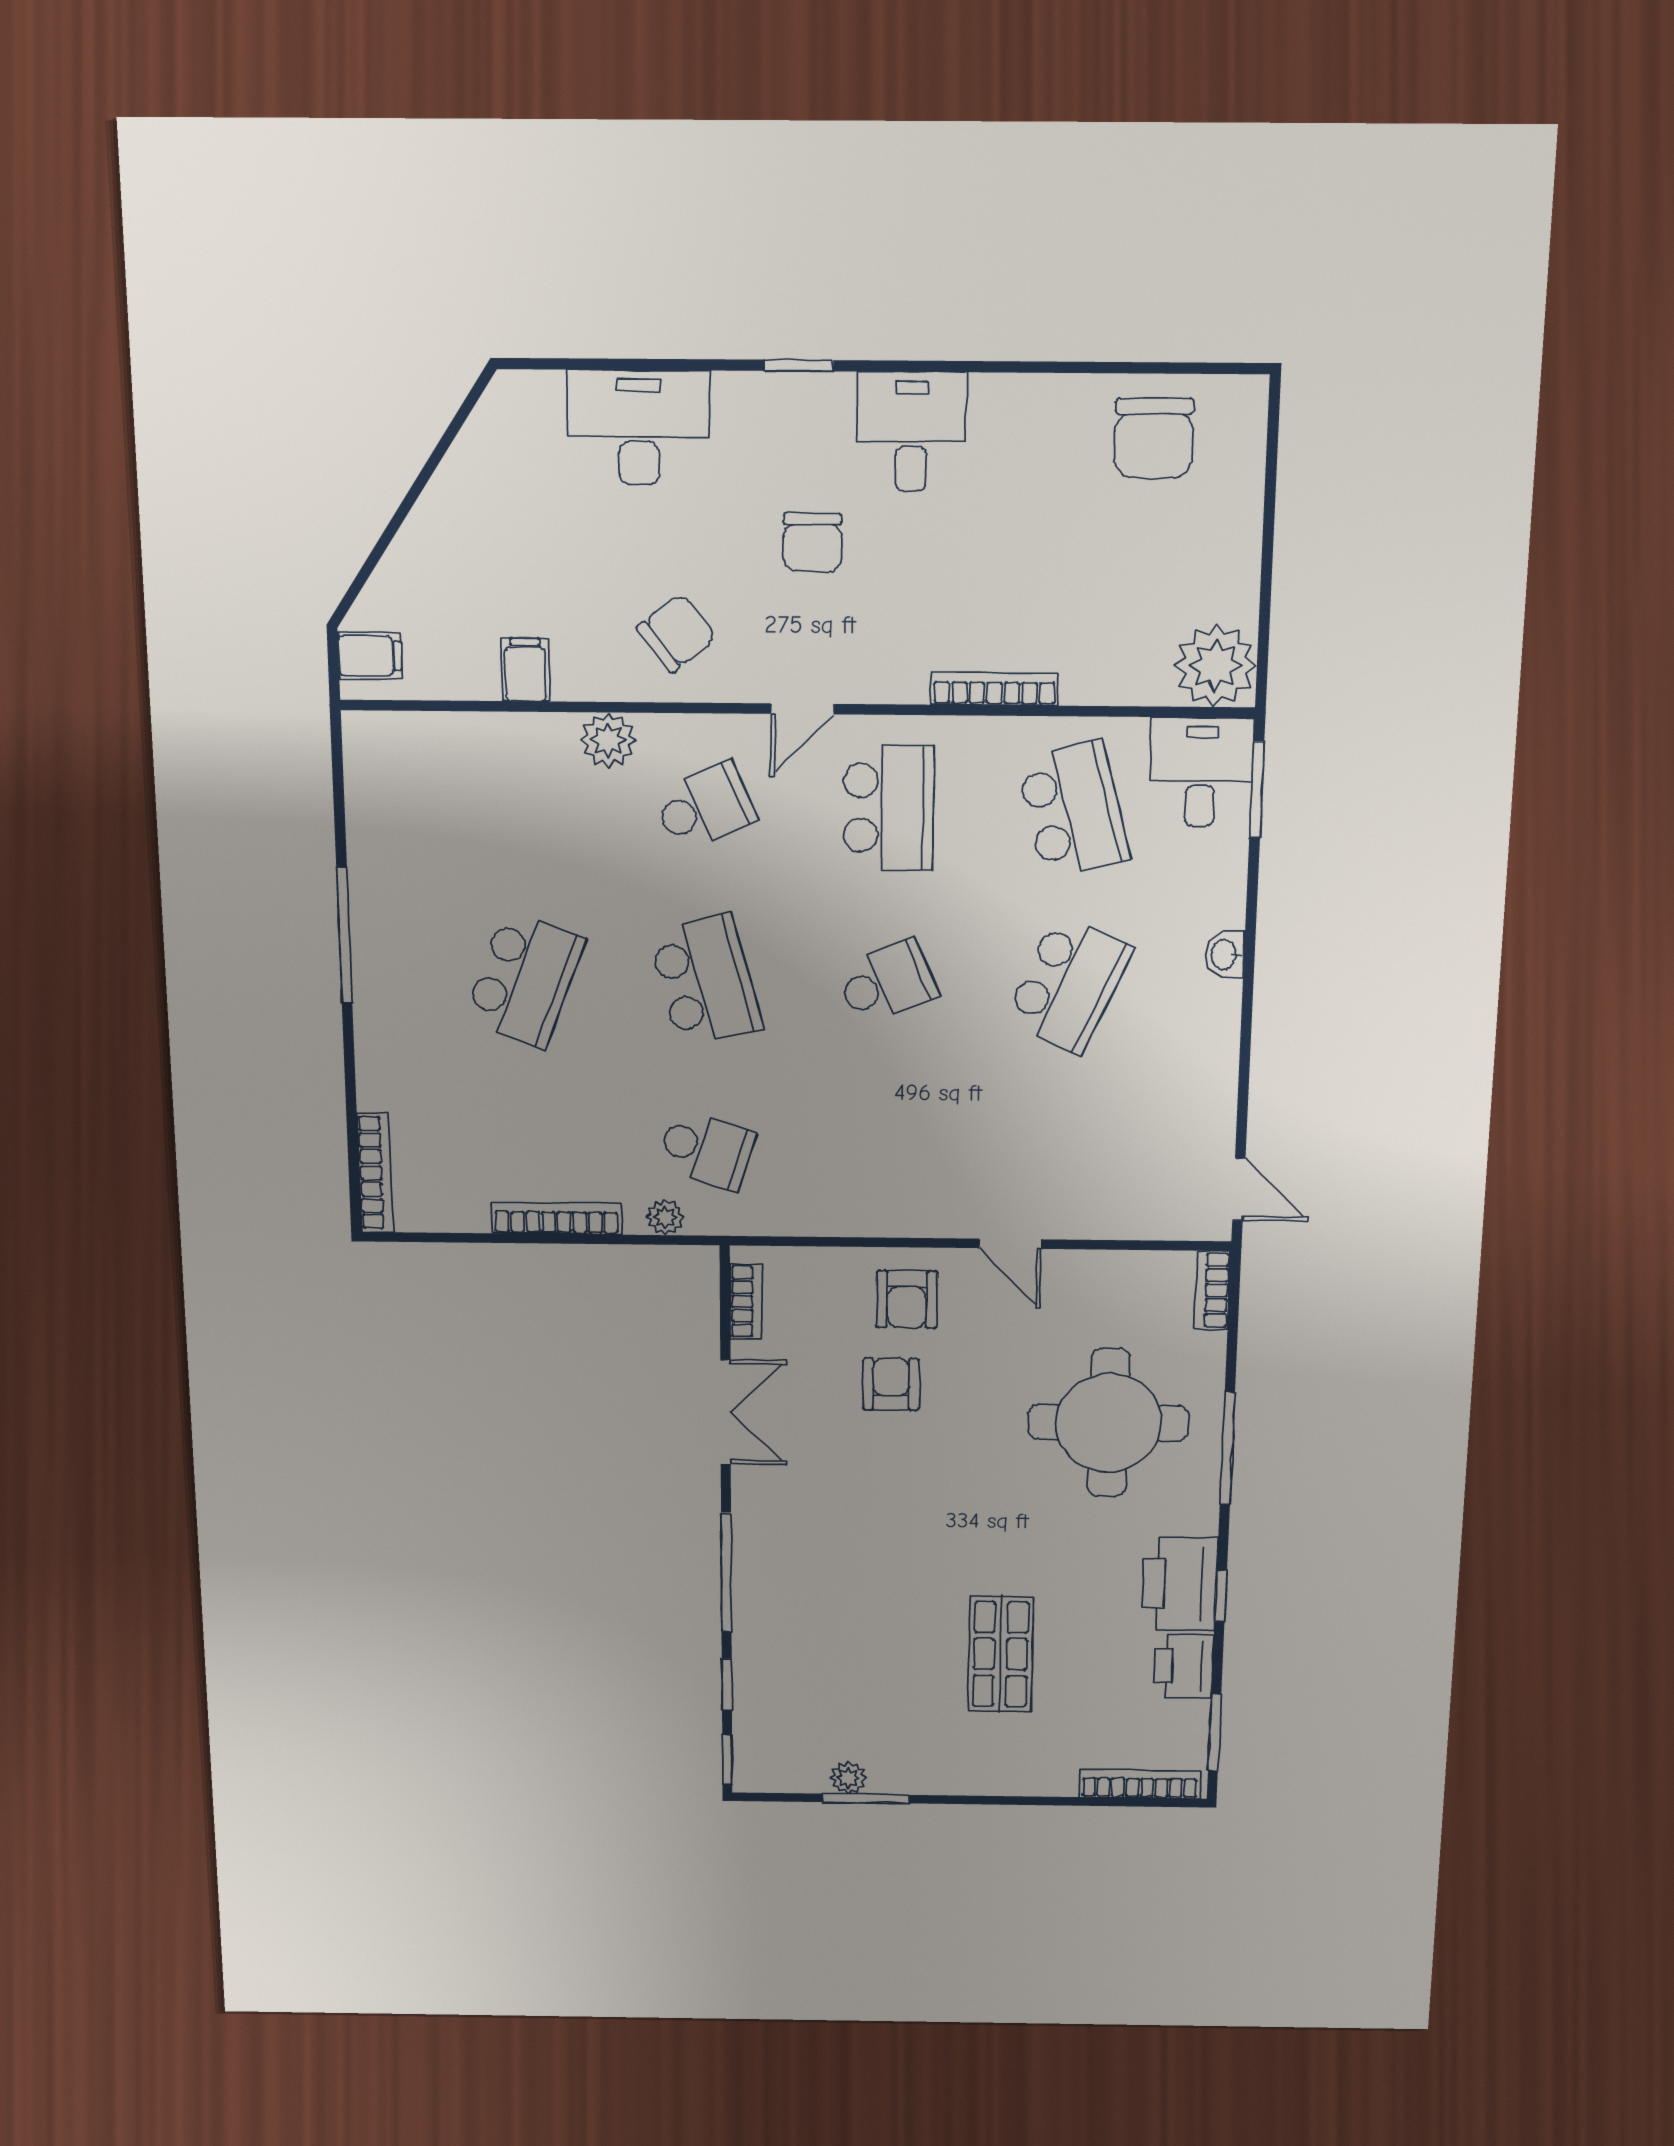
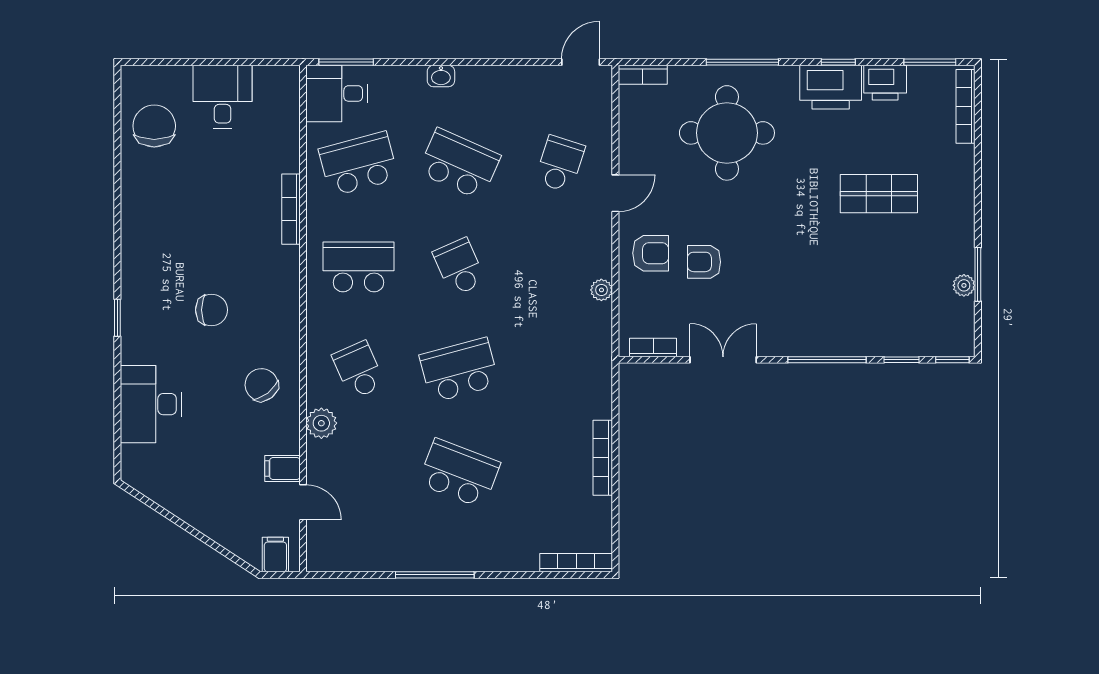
desk: (911, 432) -> (223, 97), moved, turned 90
chair: (1154, 438) -> (154, 126), turned -90
plant: (1215, 666) -> (277, 88), removed
door: (802, 709) -> (303, 502), moved
school desk: (706, 1150) -> (560, 164), moved
plant: (665, 1217) -> (601, 290), moved

